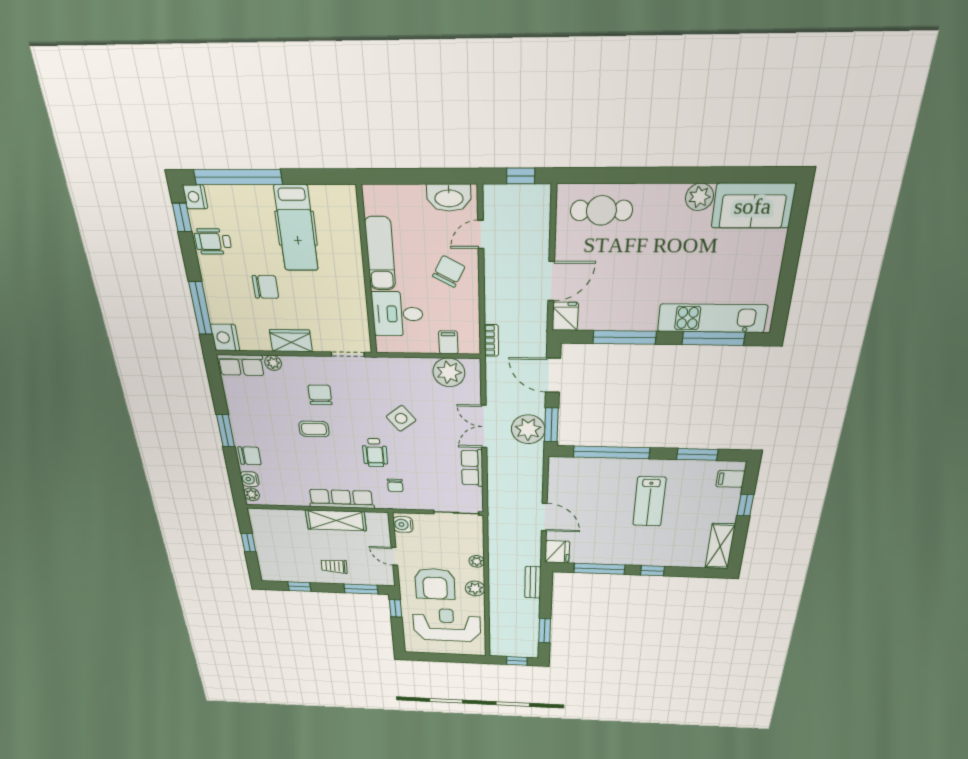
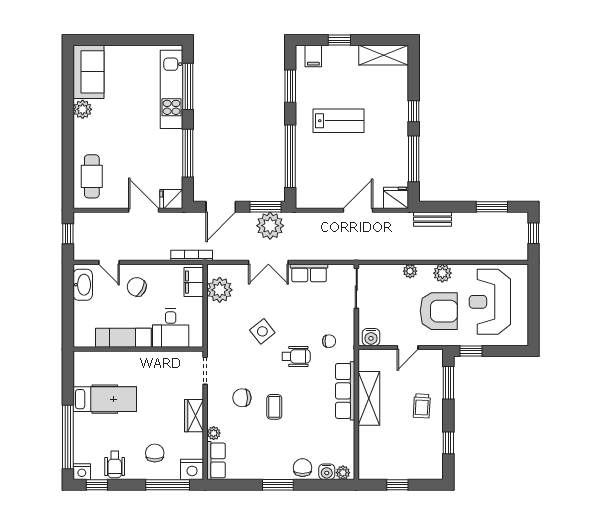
chair: (265, 287) -> (155, 453), moved
bookcase: (491, 340) -> (192, 255), width x1.56
filing cabinet: (448, 342) -> (194, 282), width x2.00

